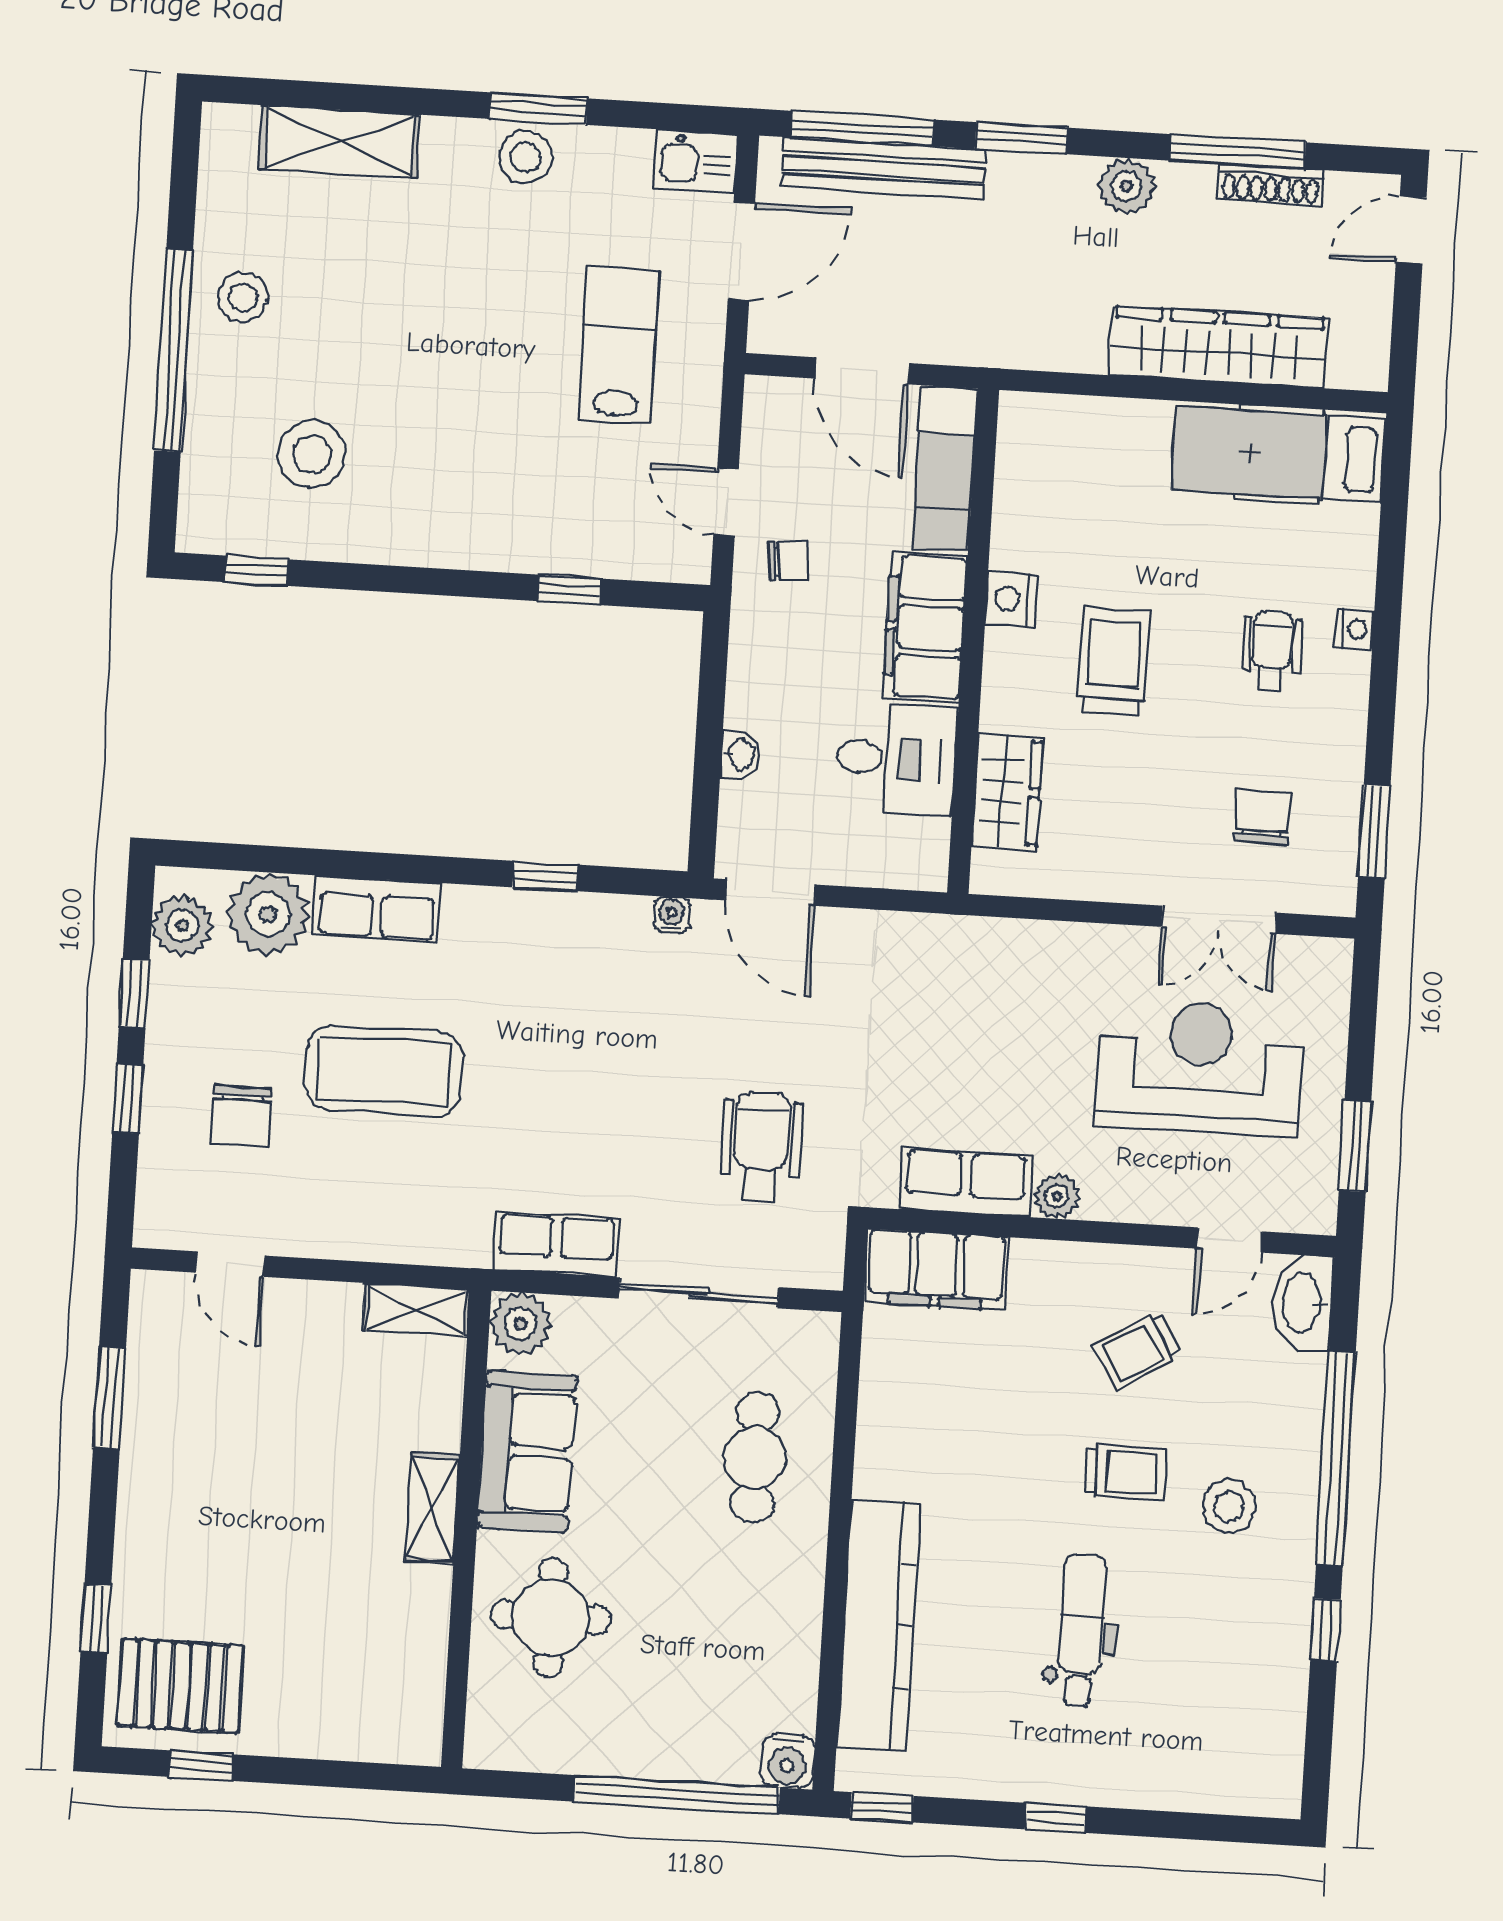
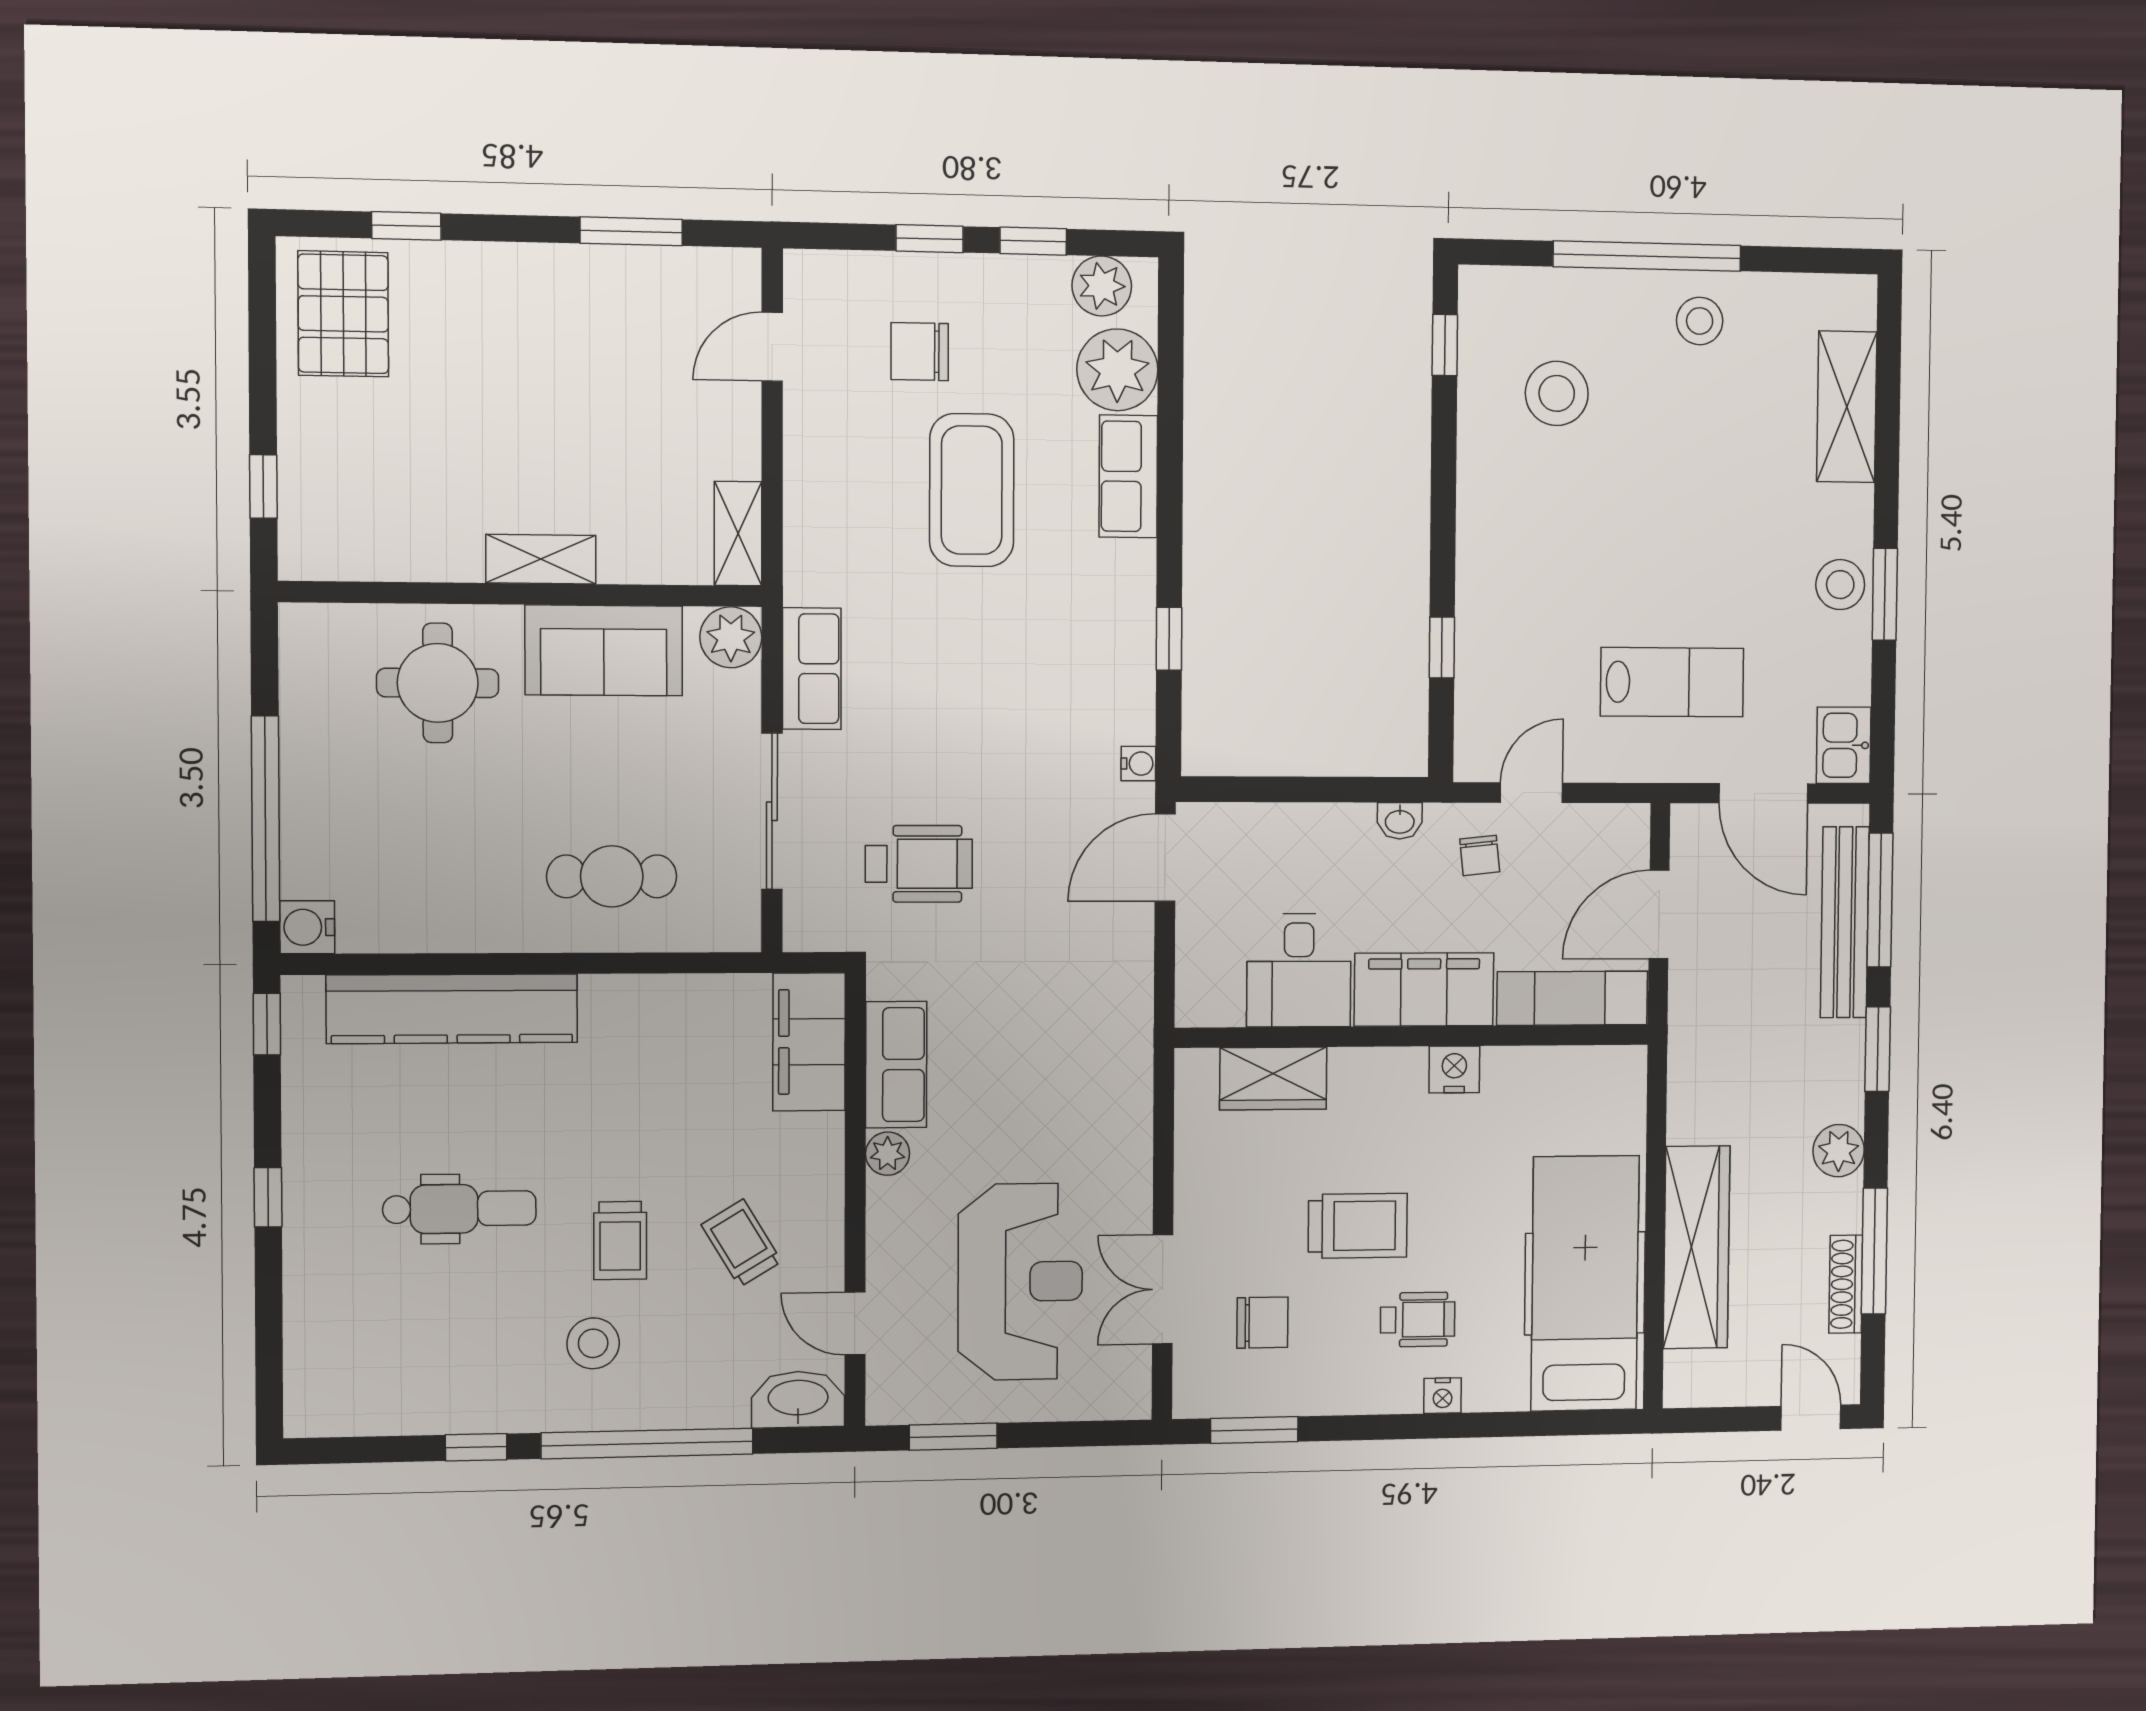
hospital bed: (1279, 454) -> (1585, 1283), width x1.37, depth x1.29
trolley: (1114, 661) -> (1358, 1226), moved
washbasin: (740, 755) -> (1400, 821), moved
window: (201, 1766) -> (263, 486), moved

